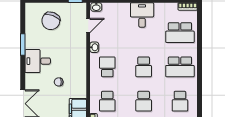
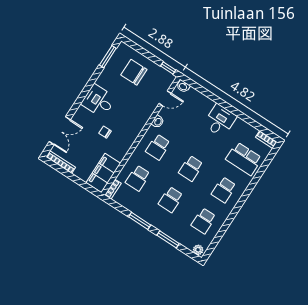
chair: (51, 21) -> (134, 72), turned 69
window: (23, 45) -> (108, 57), moved
school desk: (107, 67) -> (158, 147), turned 180
school desk: (180, 67) -> (224, 190), width x0.54

